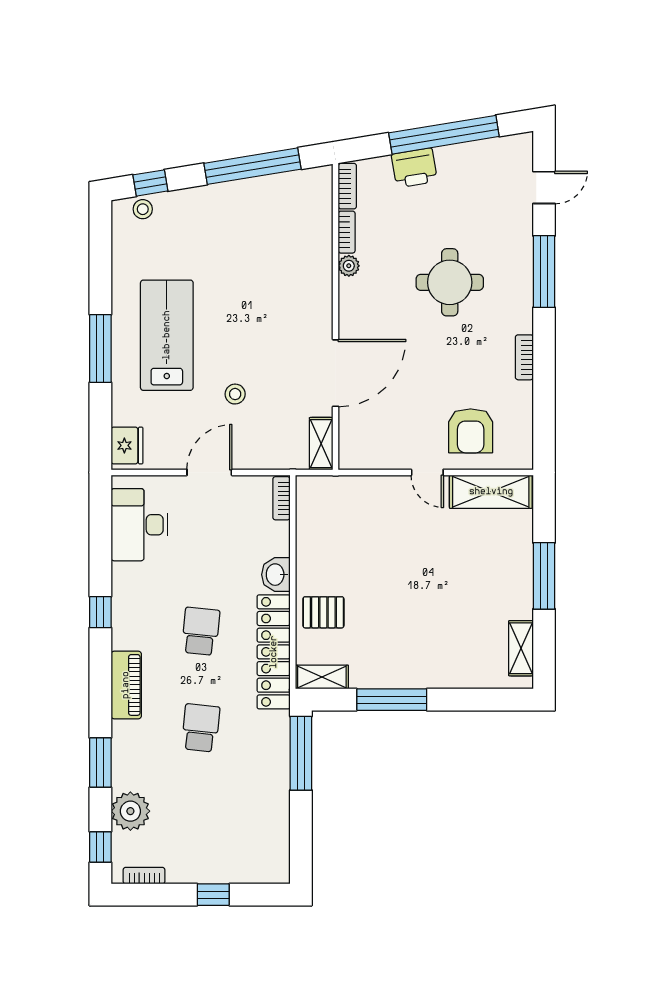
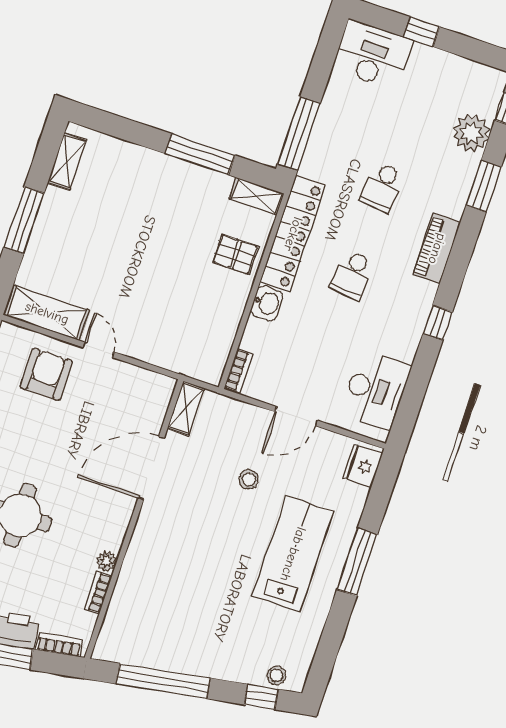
bookcase: (347, 186) -> (59, 645), moved, turned 81
lab bench: (167, 335) -> (293, 554), turned 180
desk: (254, 856) -> (373, 55), added
bookcase: (144, 876) -> (479, 70), removed

